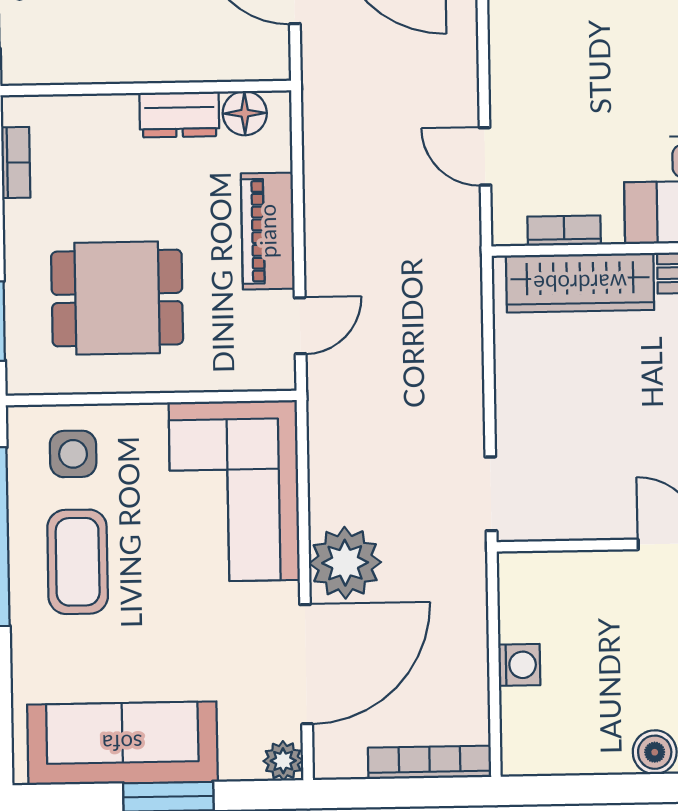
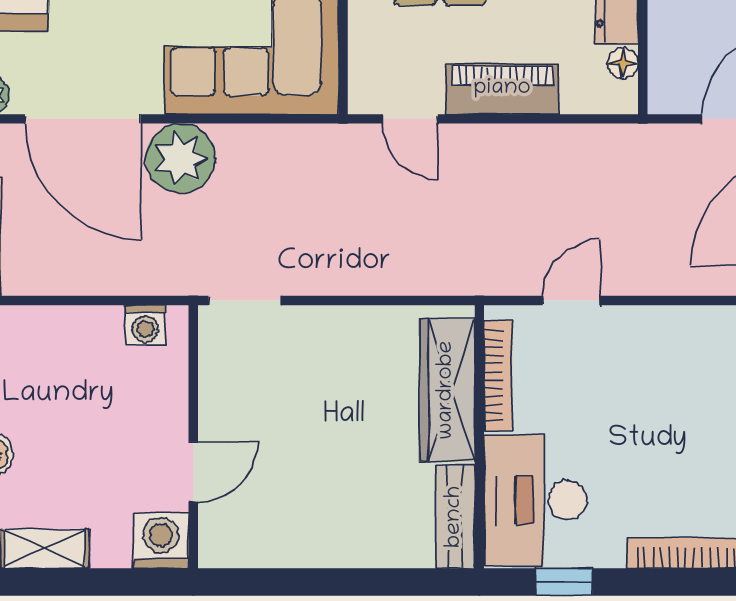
floor lamp: (245, 113) -> (623, 63), width x0.73, depth x0.73
bookcase: (564, 231) -> (498, 376), width x1.56
washing machine: (519, 665) -> (145, 325), moved

